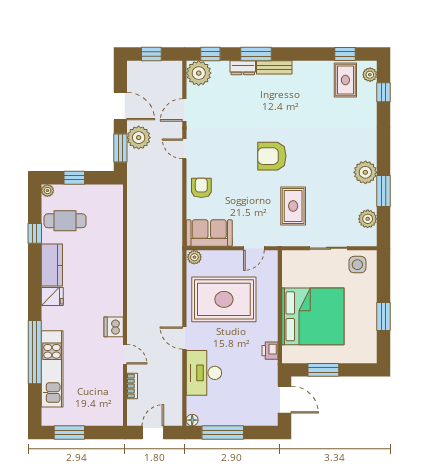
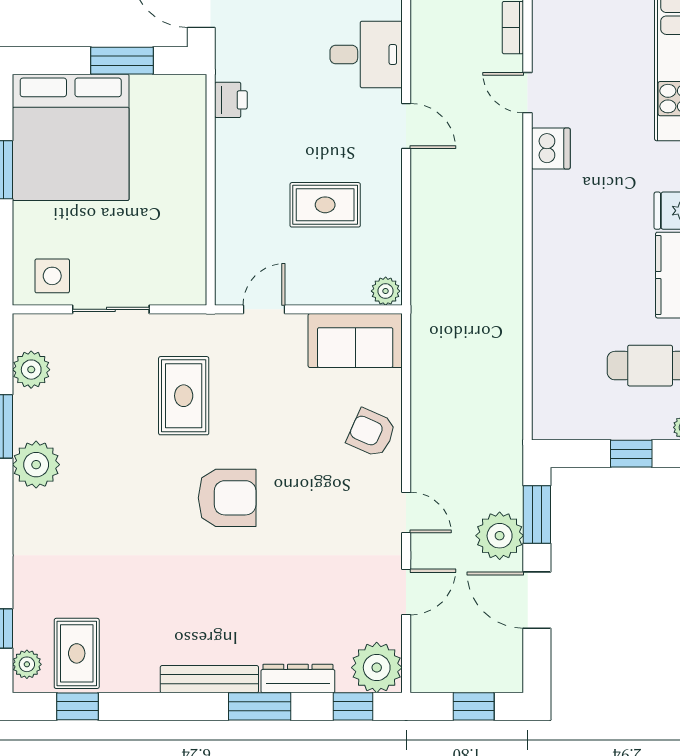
bench: (274, 67) -> (209, 679), width x1.36
dresser: (243, 68) -> (298, 679), width x1.44
armchair: (201, 188) -> (371, 433), turned 114
rug: (224, 299) -> (325, 205), width x0.54, depth x0.49
bed: (313, 316) -> (71, 137), moved, turned -90
desk: (204, 373) -> (366, 54), width x0.73

